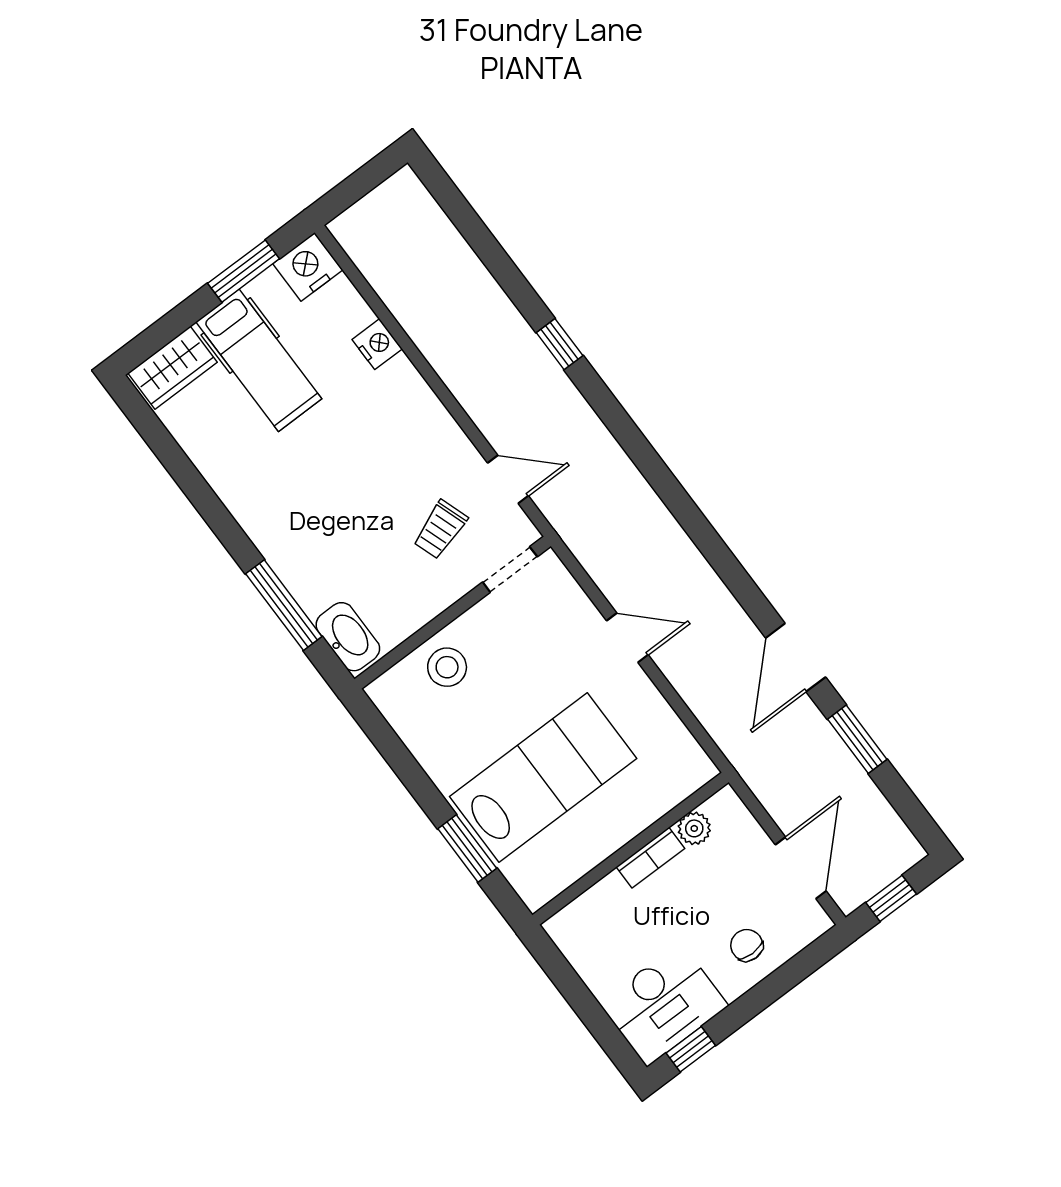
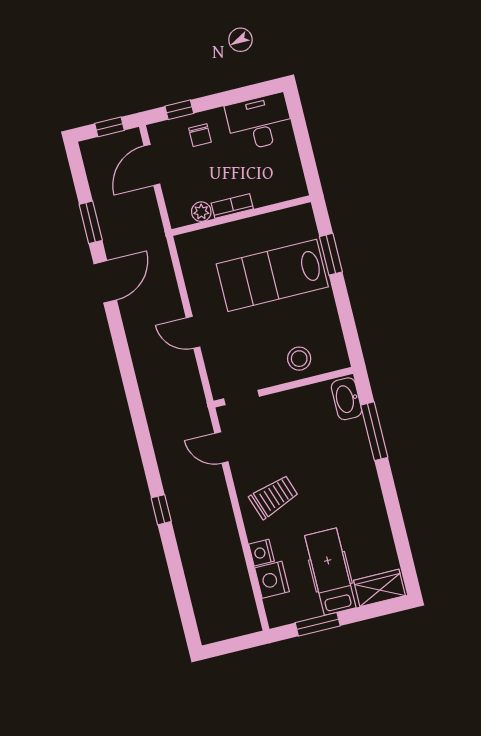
nightstand: (308, 267) -> (272, 580), moved, turned 90
trolley: (440, 530) -> (274, 497), moved, width x1.36, depth x1.39
window: (691, 1049) -> (179, 110), moved

